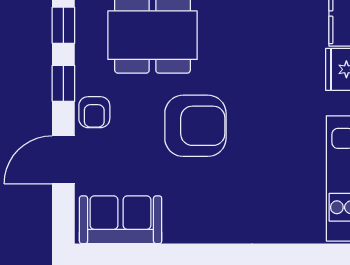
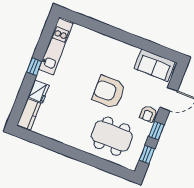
armchair: (94, 112) -> (148, 114), turned 180

